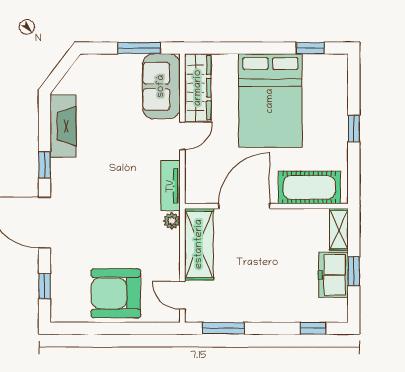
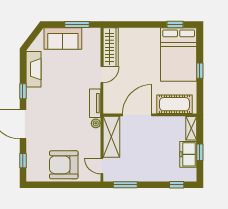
sofa: (161, 86) -> (63, 38), moved, turned -90
bed: (270, 101) -> (179, 54), moved

